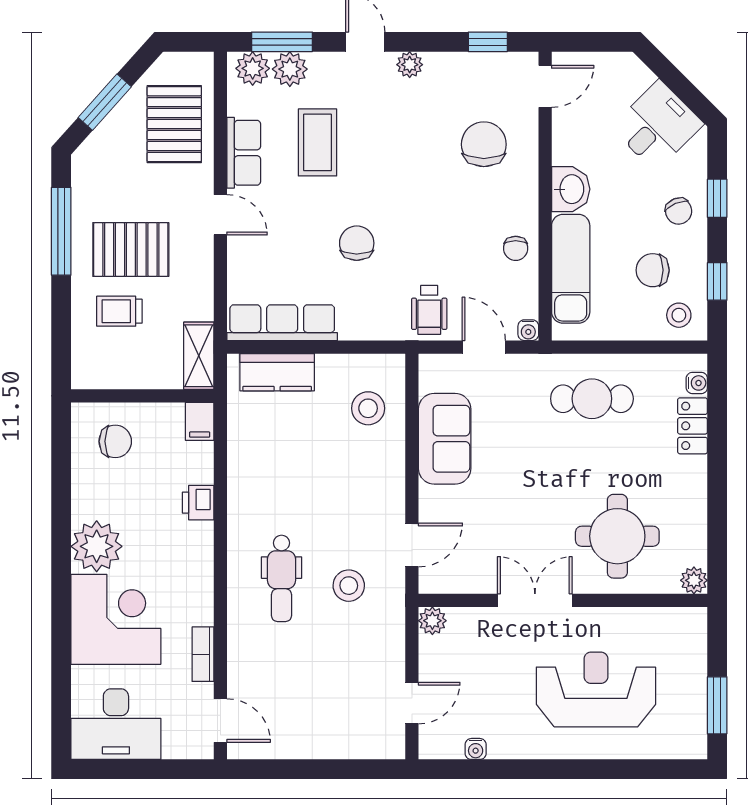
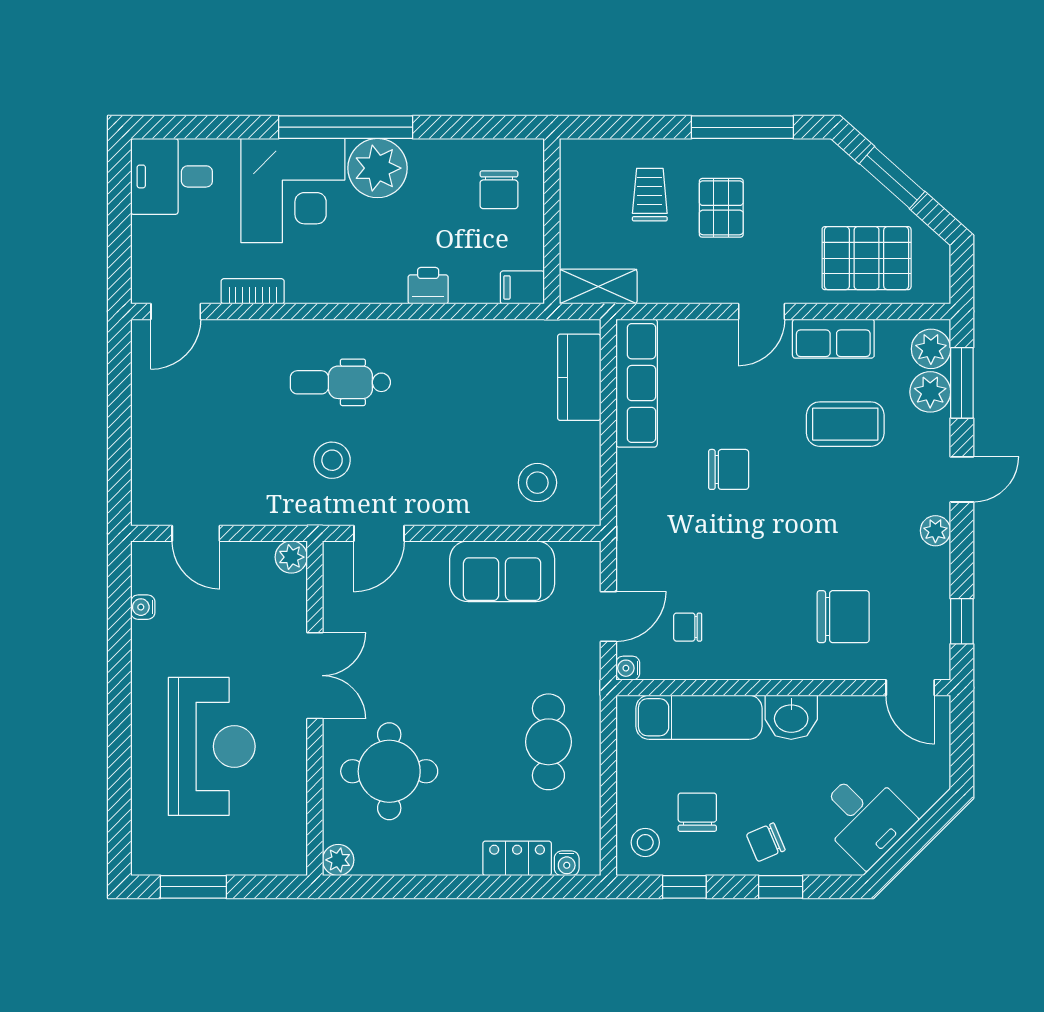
chair: (516, 248) -> (688, 627), moved
pallet: (131, 250) -> (721, 208), width x0.67, depth x0.71
wheelchair: (429, 310) -> (651, 553), removed
door: (412, 545) -> (379, 533), hinge flipped
window: (61, 574) -> (346, 127), added
desk: (116, 724) -> (172, 176), width x0.73

